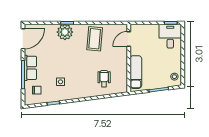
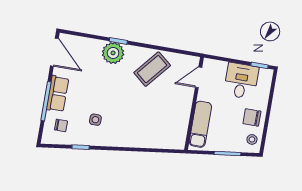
desk: (170, 36) -> (241, 81), moved
door: (23, 39) -> (54, 52), hinge flipped
coffee table: (95, 39) -> (152, 69), turned 35
chair: (172, 61) -> (252, 117), added
wheelchair: (104, 79) -> (156, 126), removed

